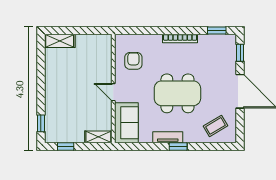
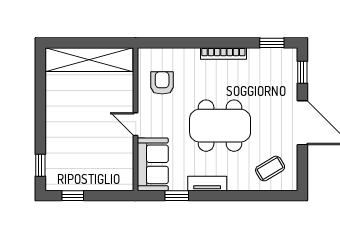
shelving: (60, 41) -> (89, 60), width x2.20, depth x1.33
shelving: (98, 137) -> (116, 183), removed
window: (178, 147) -> (177, 196), moved

